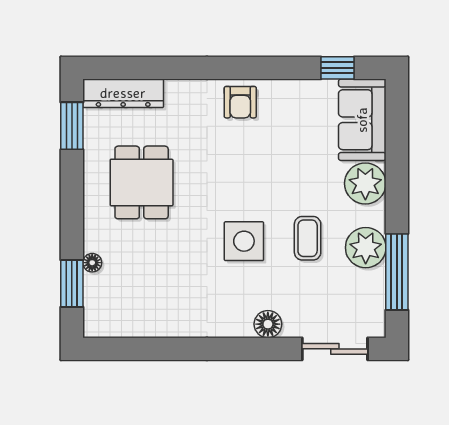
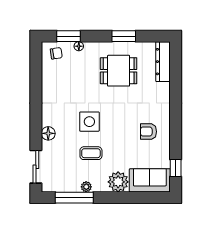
armchair: (240, 102) -> (149, 132), moved
window: (72, 126) -> (124, 36), moved
plant: (366, 248) -> (86, 187), width x0.53, depth x0.53
chair: (107, 308) -> (56, 53), added

